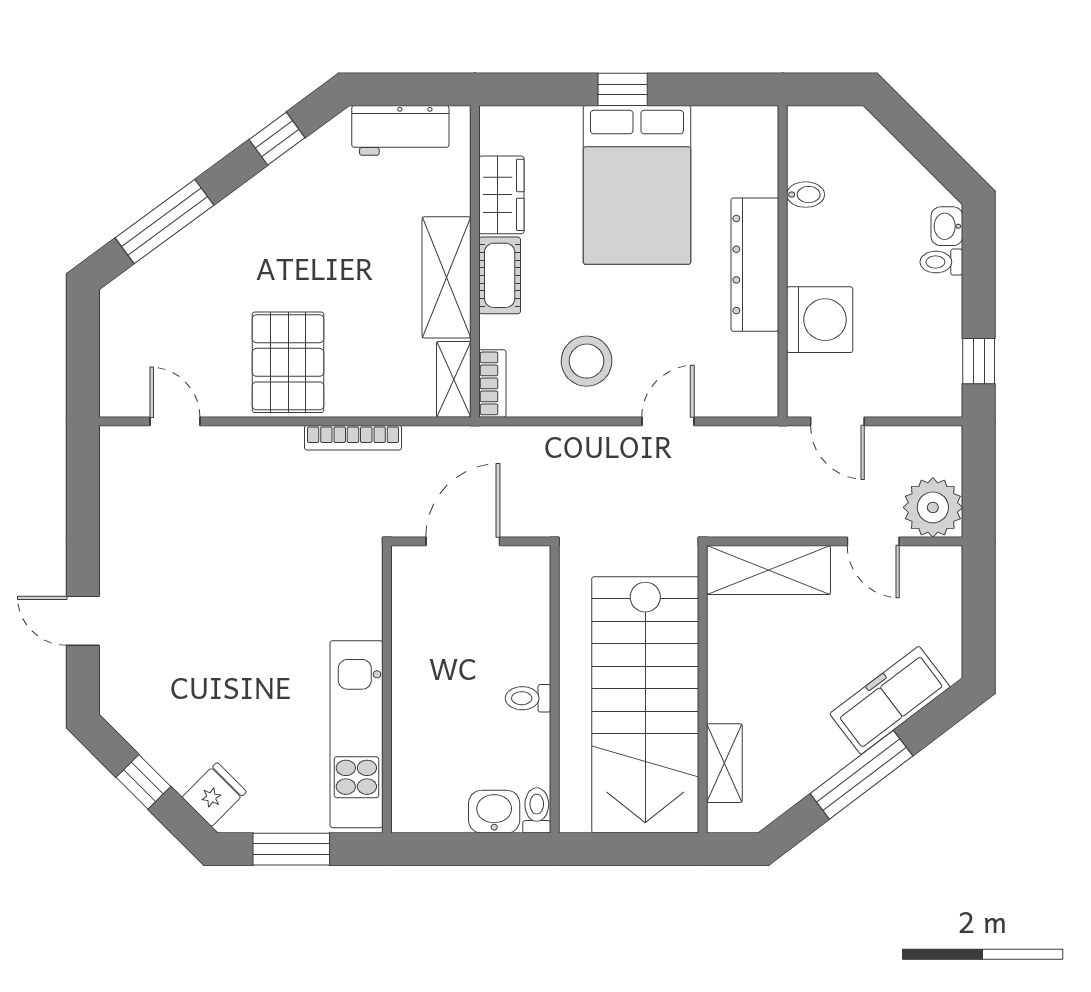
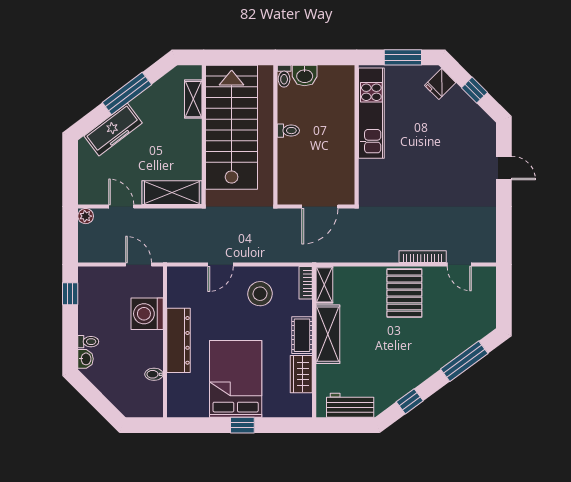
bookcase: (353, 438) -> (423, 257), moved
plant: (933, 507) -> (86, 216), width x0.53, depth x0.53

